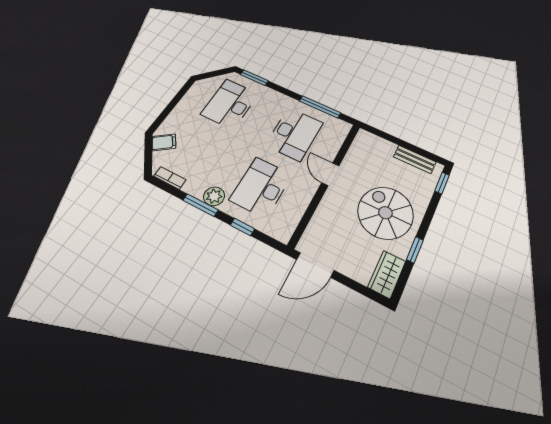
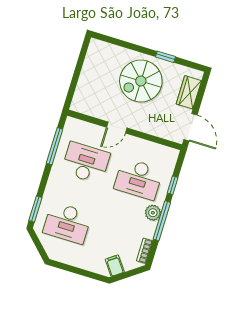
bench: (415, 159) -> (90, 62), removed
window: (442, 183) -> (107, 39), removed
window: (201, 205) -> (162, 221), width x1.44
wardrobe: (387, 274) -> (189, 92), moved, turned 90

